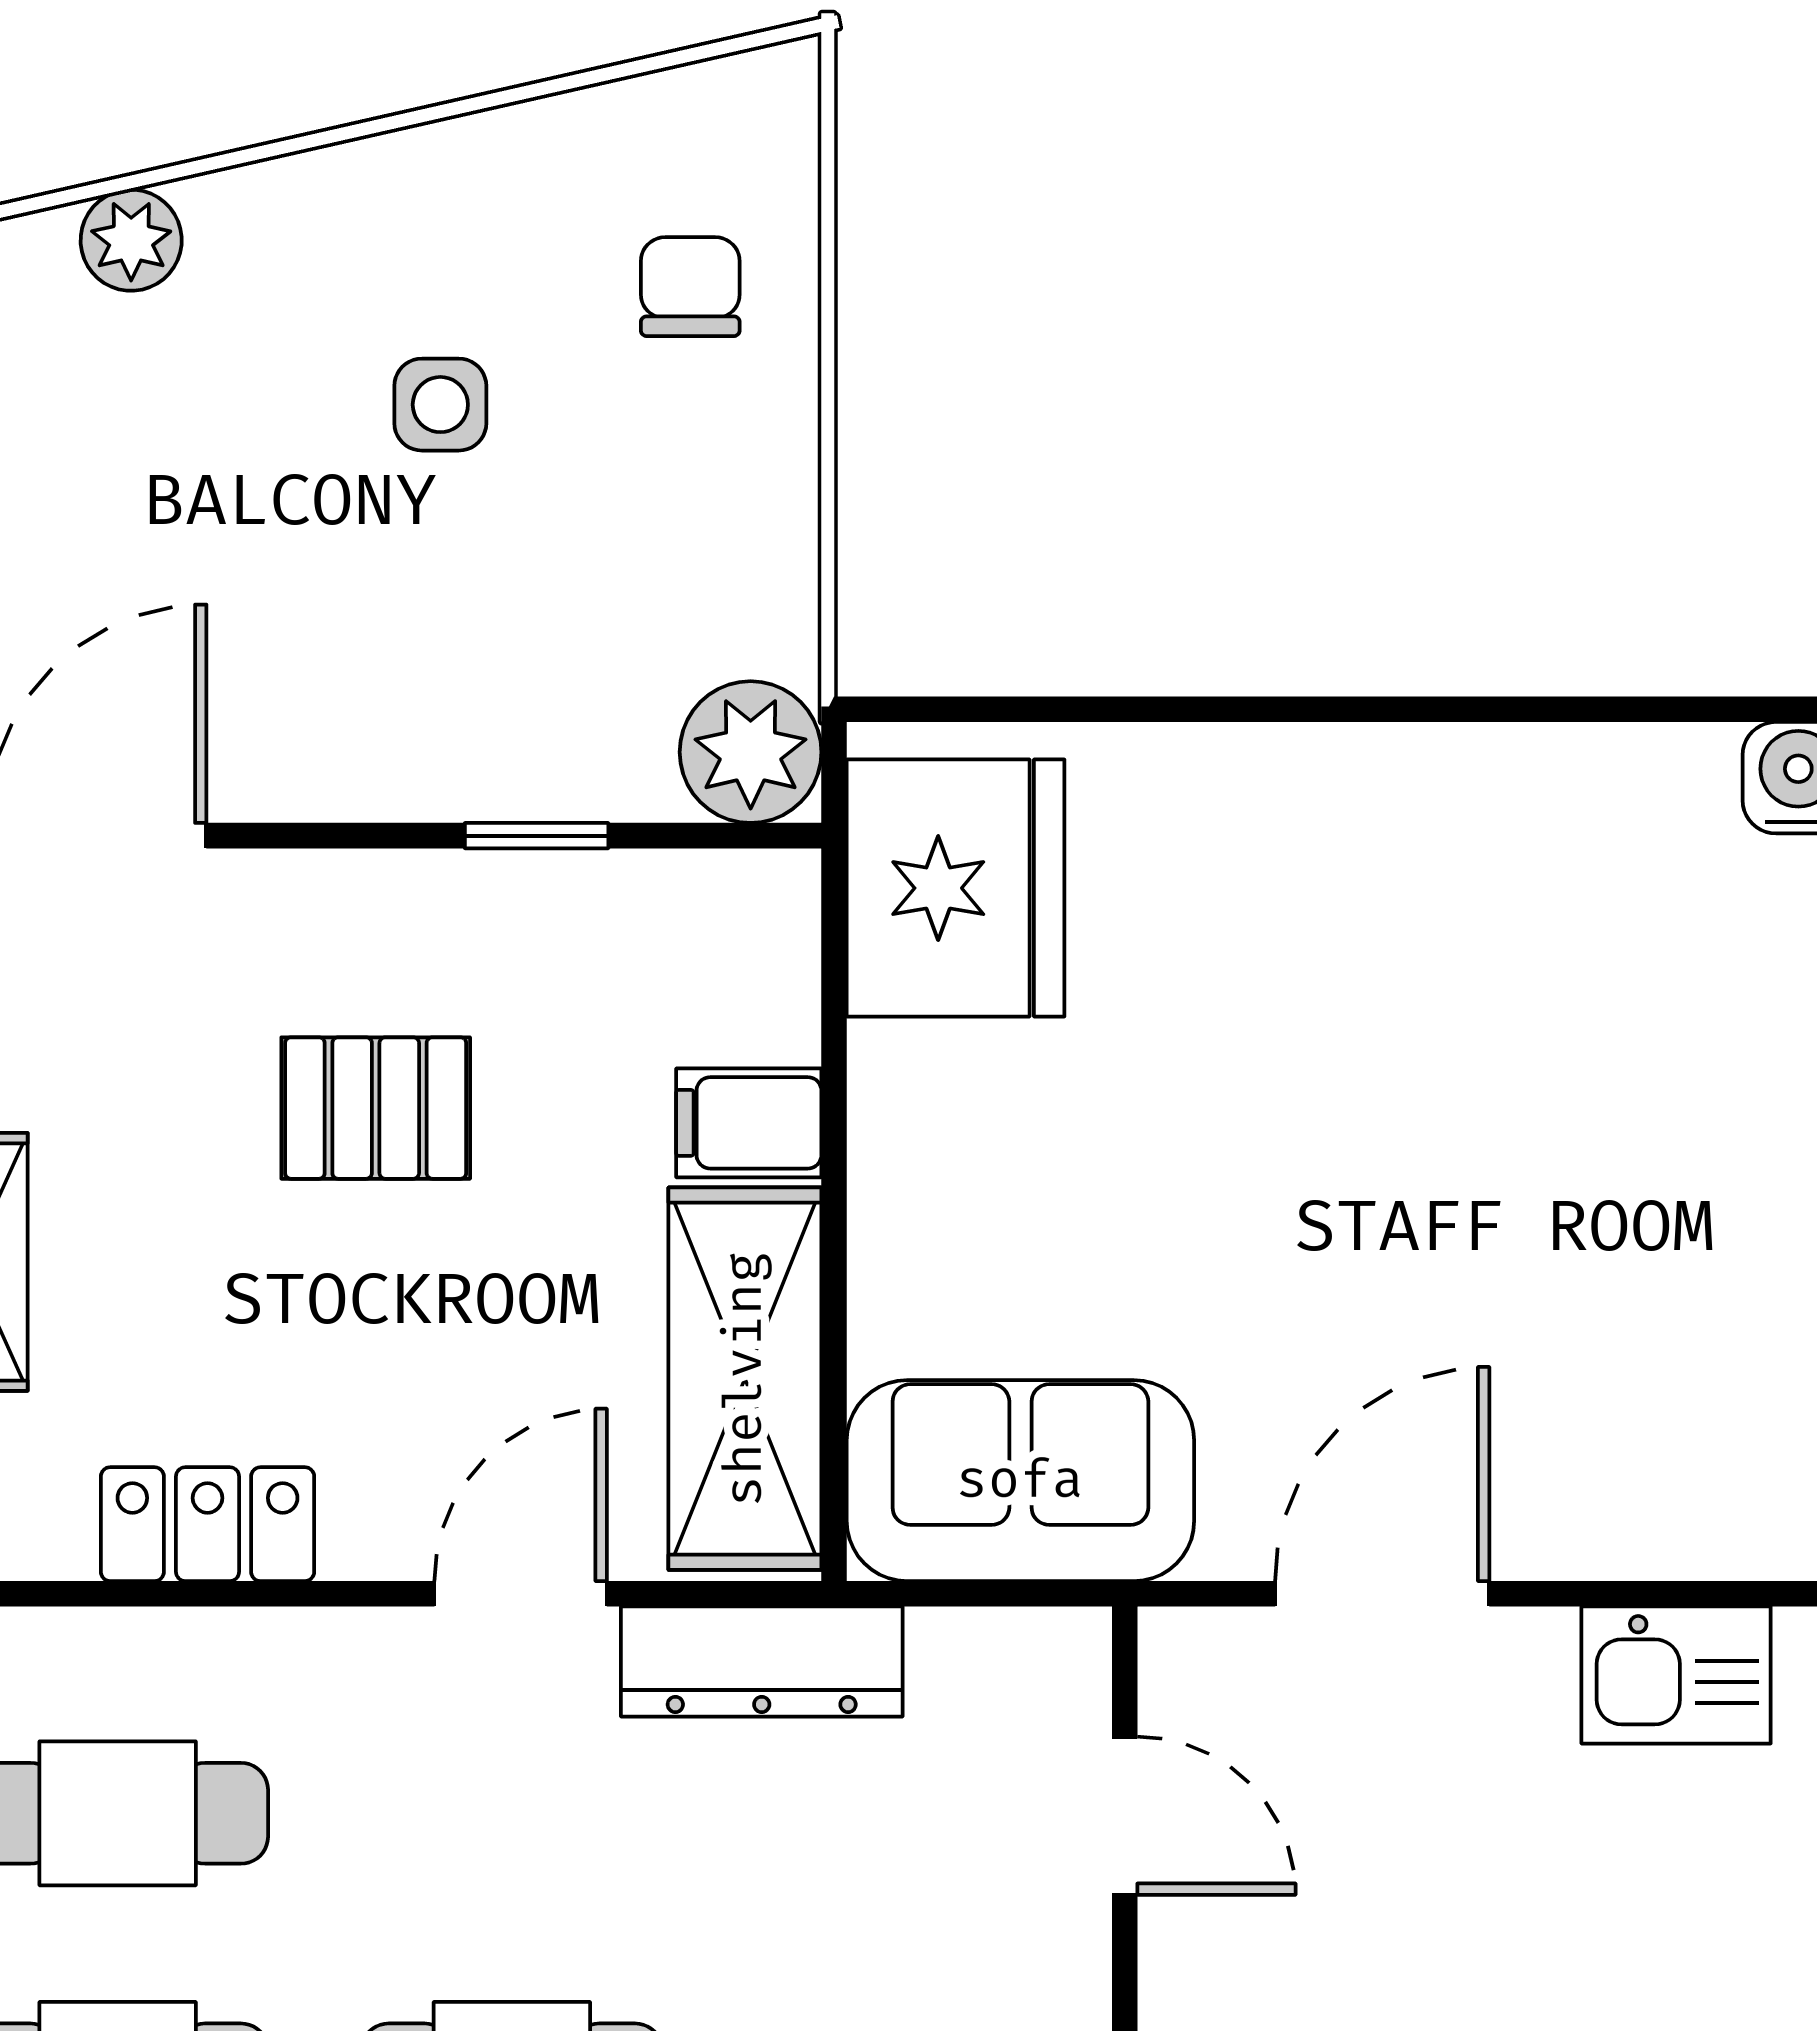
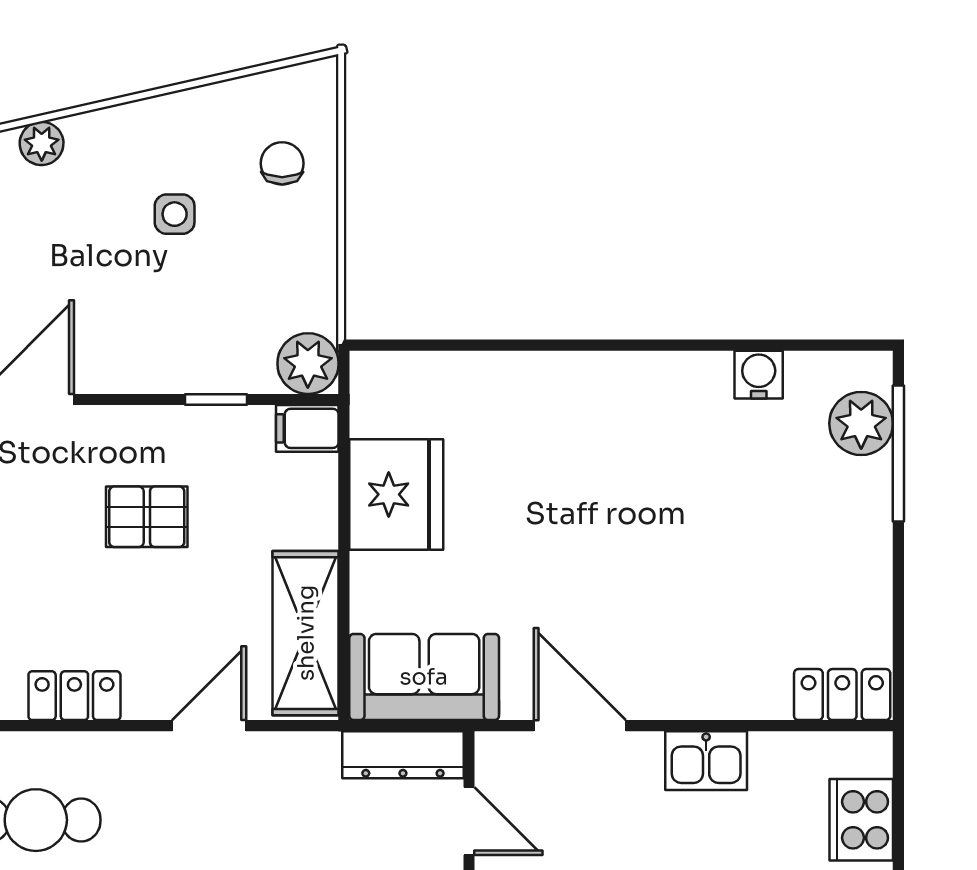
fridge: (956, 888) -> (396, 494), moved
filing cabinet: (749, 1123) -> (307, 428), moved
door: (1382, 1594) -> (580, 726), hinge flipped
dresser: (762, 1661) -> (403, 755), moved

